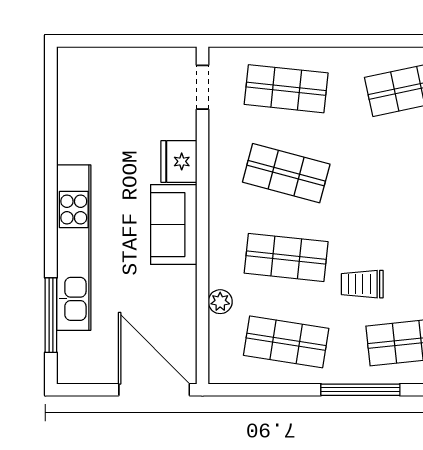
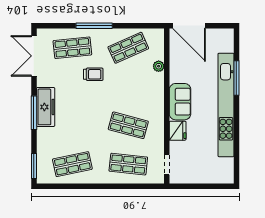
kitchen unit: (74, 248) -> (226, 105), width x1.36
shop shelf: (286, 257) -> (128, 87), removed
window: (51, 315) -> (236, 78), moved
shop shelf: (286, 342) -> (128, 48), turned -33

